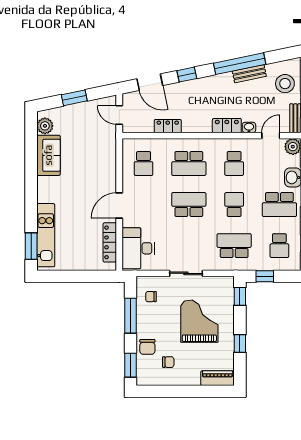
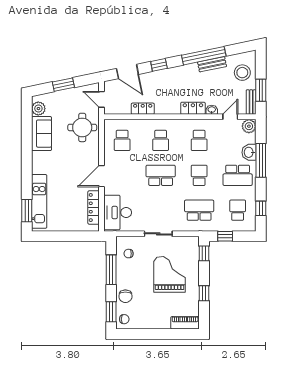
round table: (96, 148) -> (82, 127), added
school desk: (189, 163) -> (161, 140), width x0.54
school desk: (279, 246) -> (238, 210), turned 180
chair: (168, 362) -> (124, 319), moved

